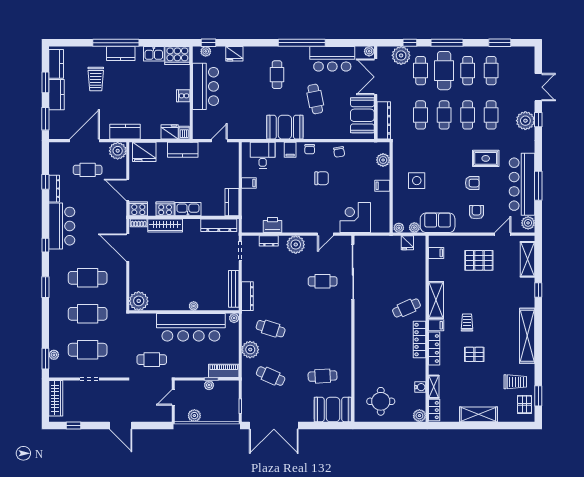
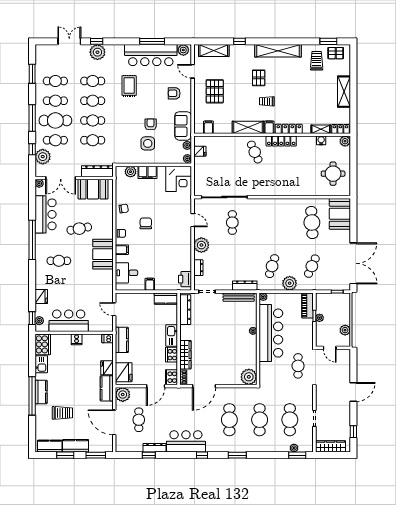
fridge: (170, 132) -> (107, 368), moved
armchair: (472, 183) -> (151, 124), moved
filing cabinet: (382, 186) -> (147, 172), width x2.00
corner desk: (355, 217) -> (179, 179), moved, turned -90
printer: (272, 225) -> (185, 279), moved
pallet: (474, 354) -> (259, 78), moved
cafe table: (323, 376) -> (312, 222), width x1.37, depth x1.35

